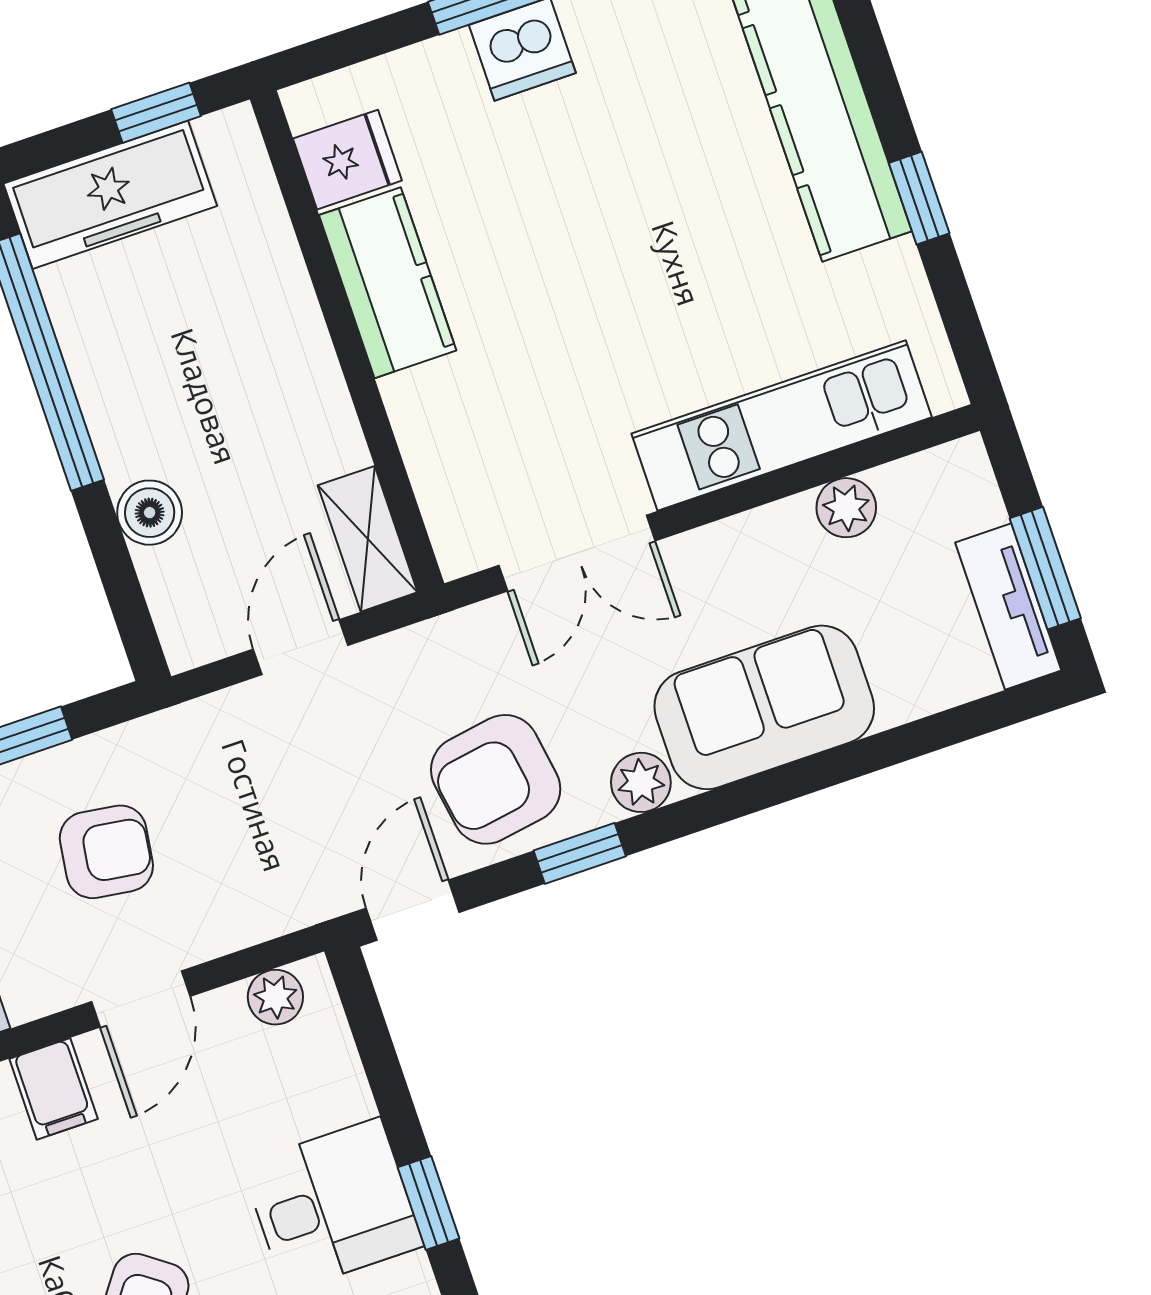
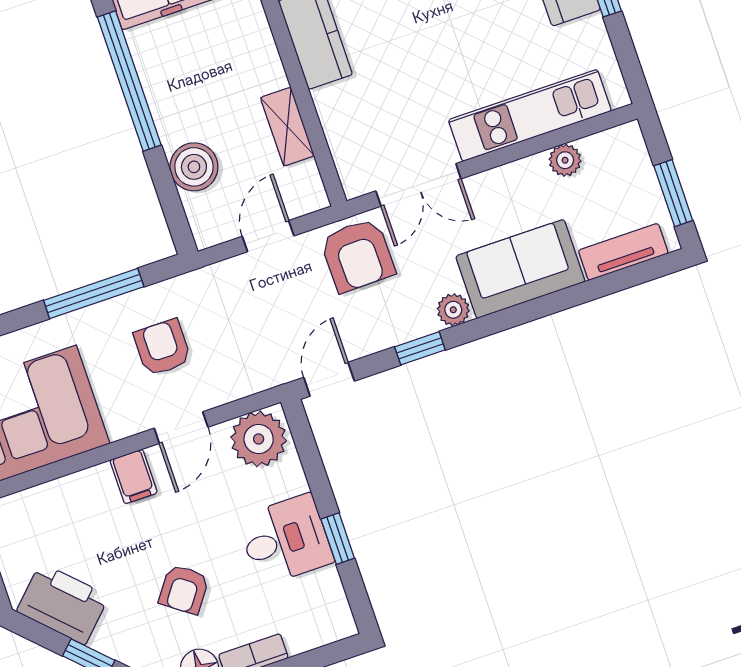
boiler: (150, 513) -> (194, 167), width x1.36, depth x1.36
shelving: (368, 539) -> (287, 127), moved
tv unit: (1008, 607) -> (623, 252), moved, turned 90
armchair: (496, 779) -> (357, 255), moved, turned -82
armchair: (106, 852) -> (162, 348), turned -98
plant: (275, 997) -> (259, 439), width x1.87, depth x1.87

